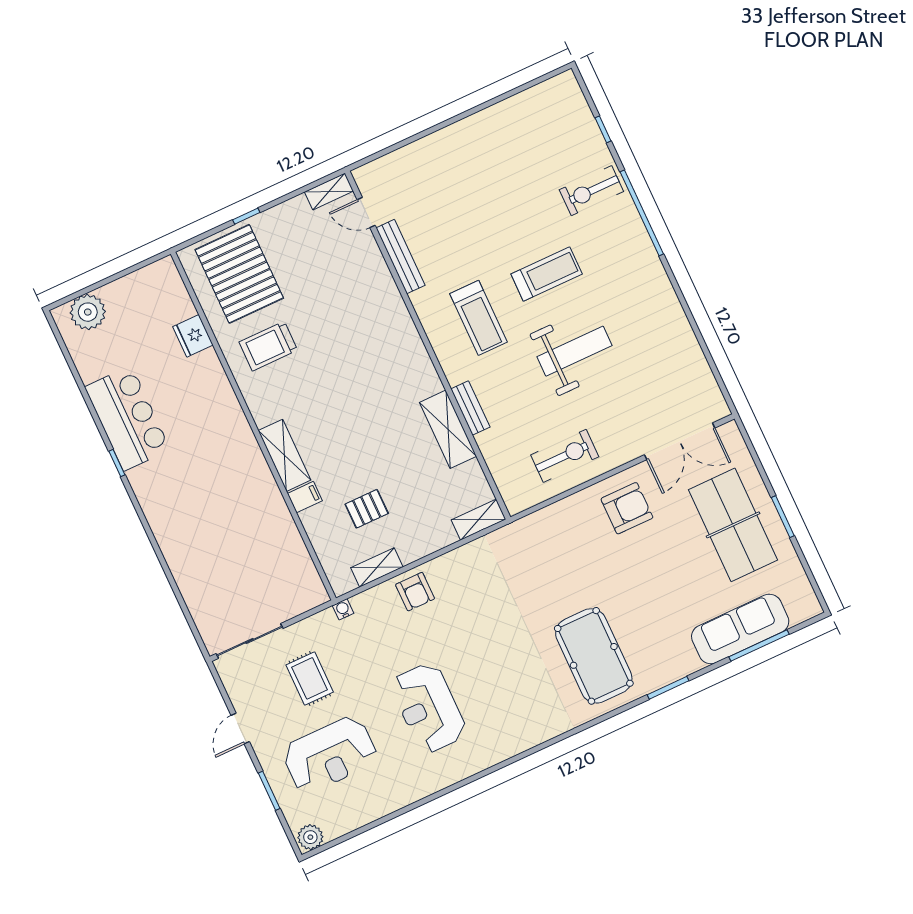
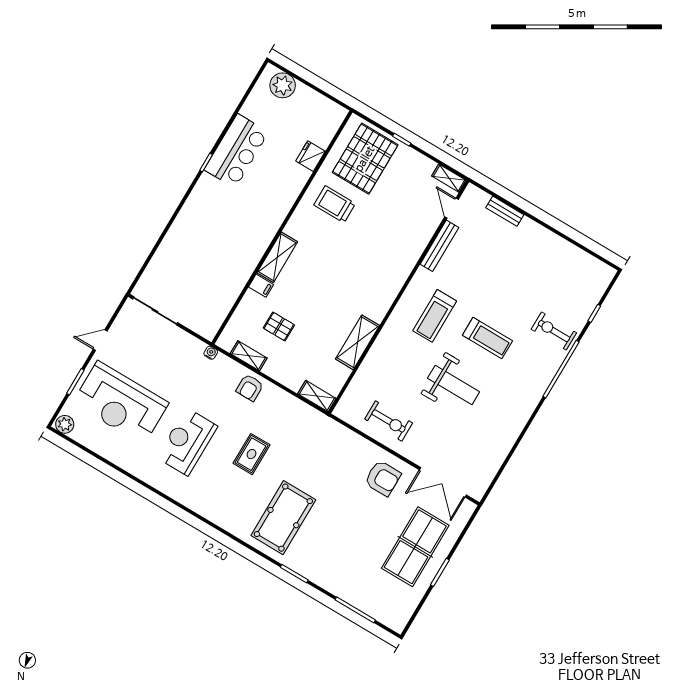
bench: (470, 408) -> (505, 211), moved, turned 90
sofa: (740, 629) -> (357, 592), removed
rug: (310, 678) -> (251, 454), moved
reception desk: (330, 755) -> (121, 403), width x1.36, depth x1.30

